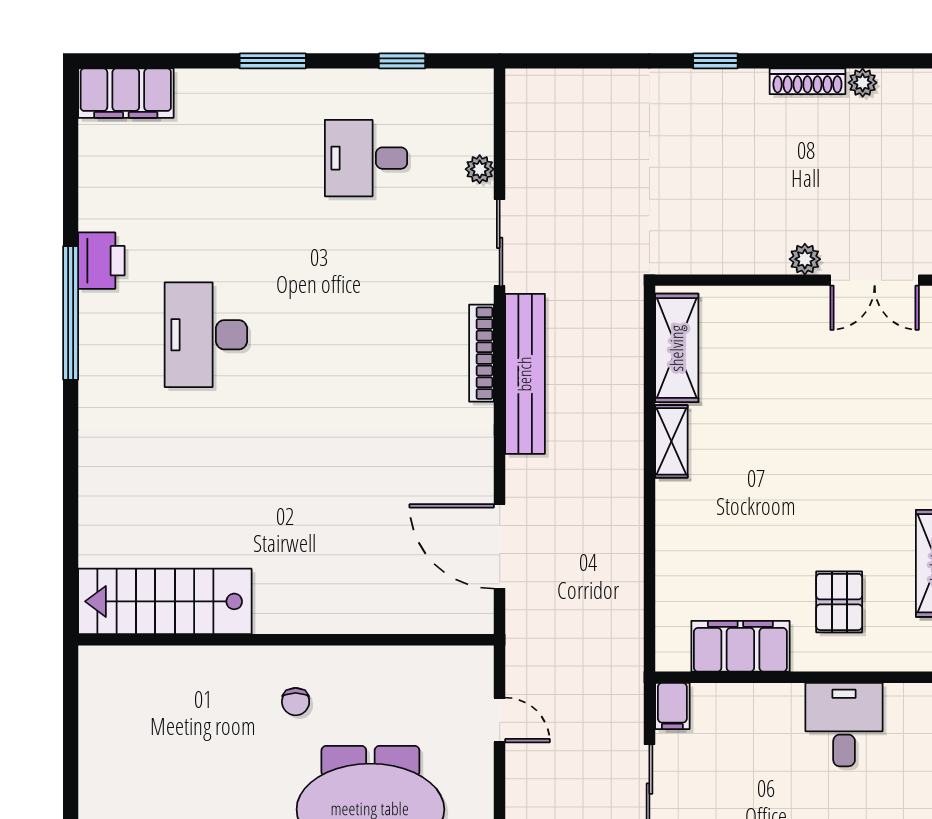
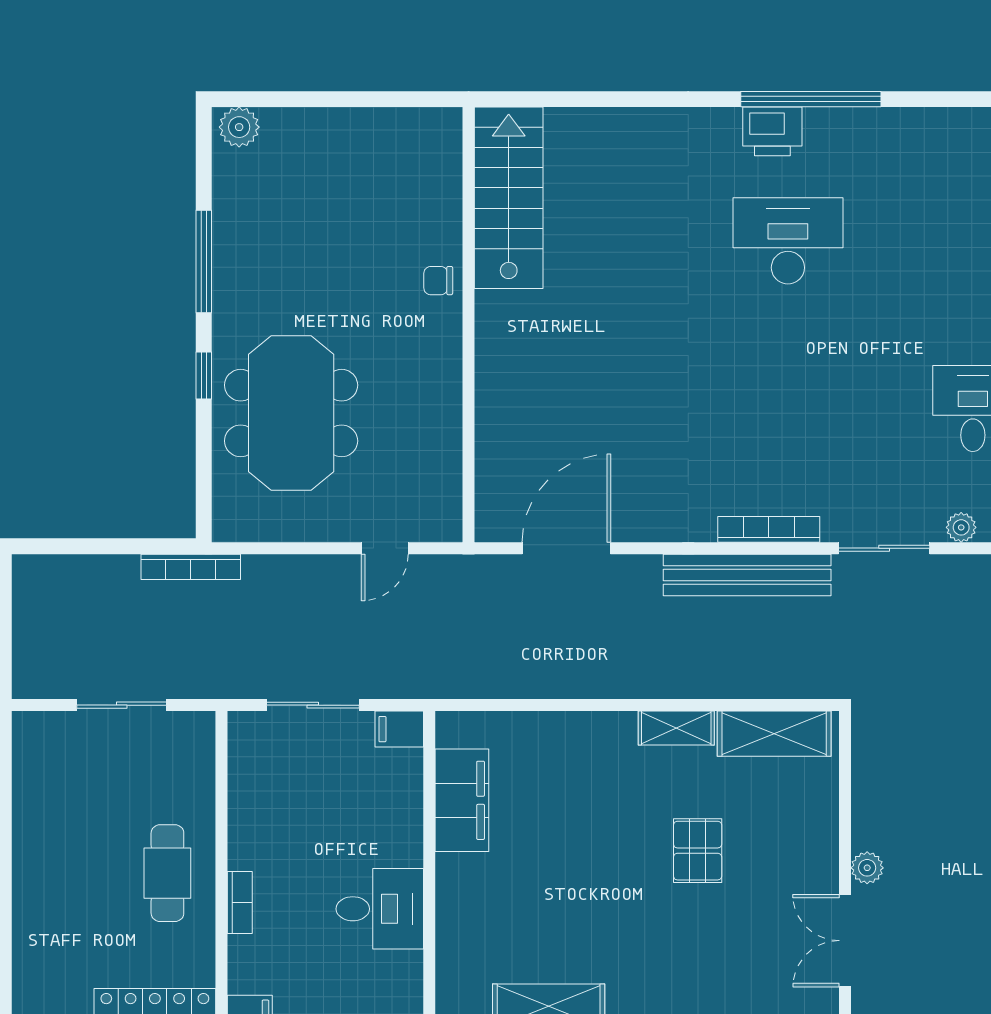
printer: (101, 261) -> (772, 131), moved
pallet: (839, 602) -> (698, 851), moved, turned 90
chair: (296, 702) -> (438, 281), moved

